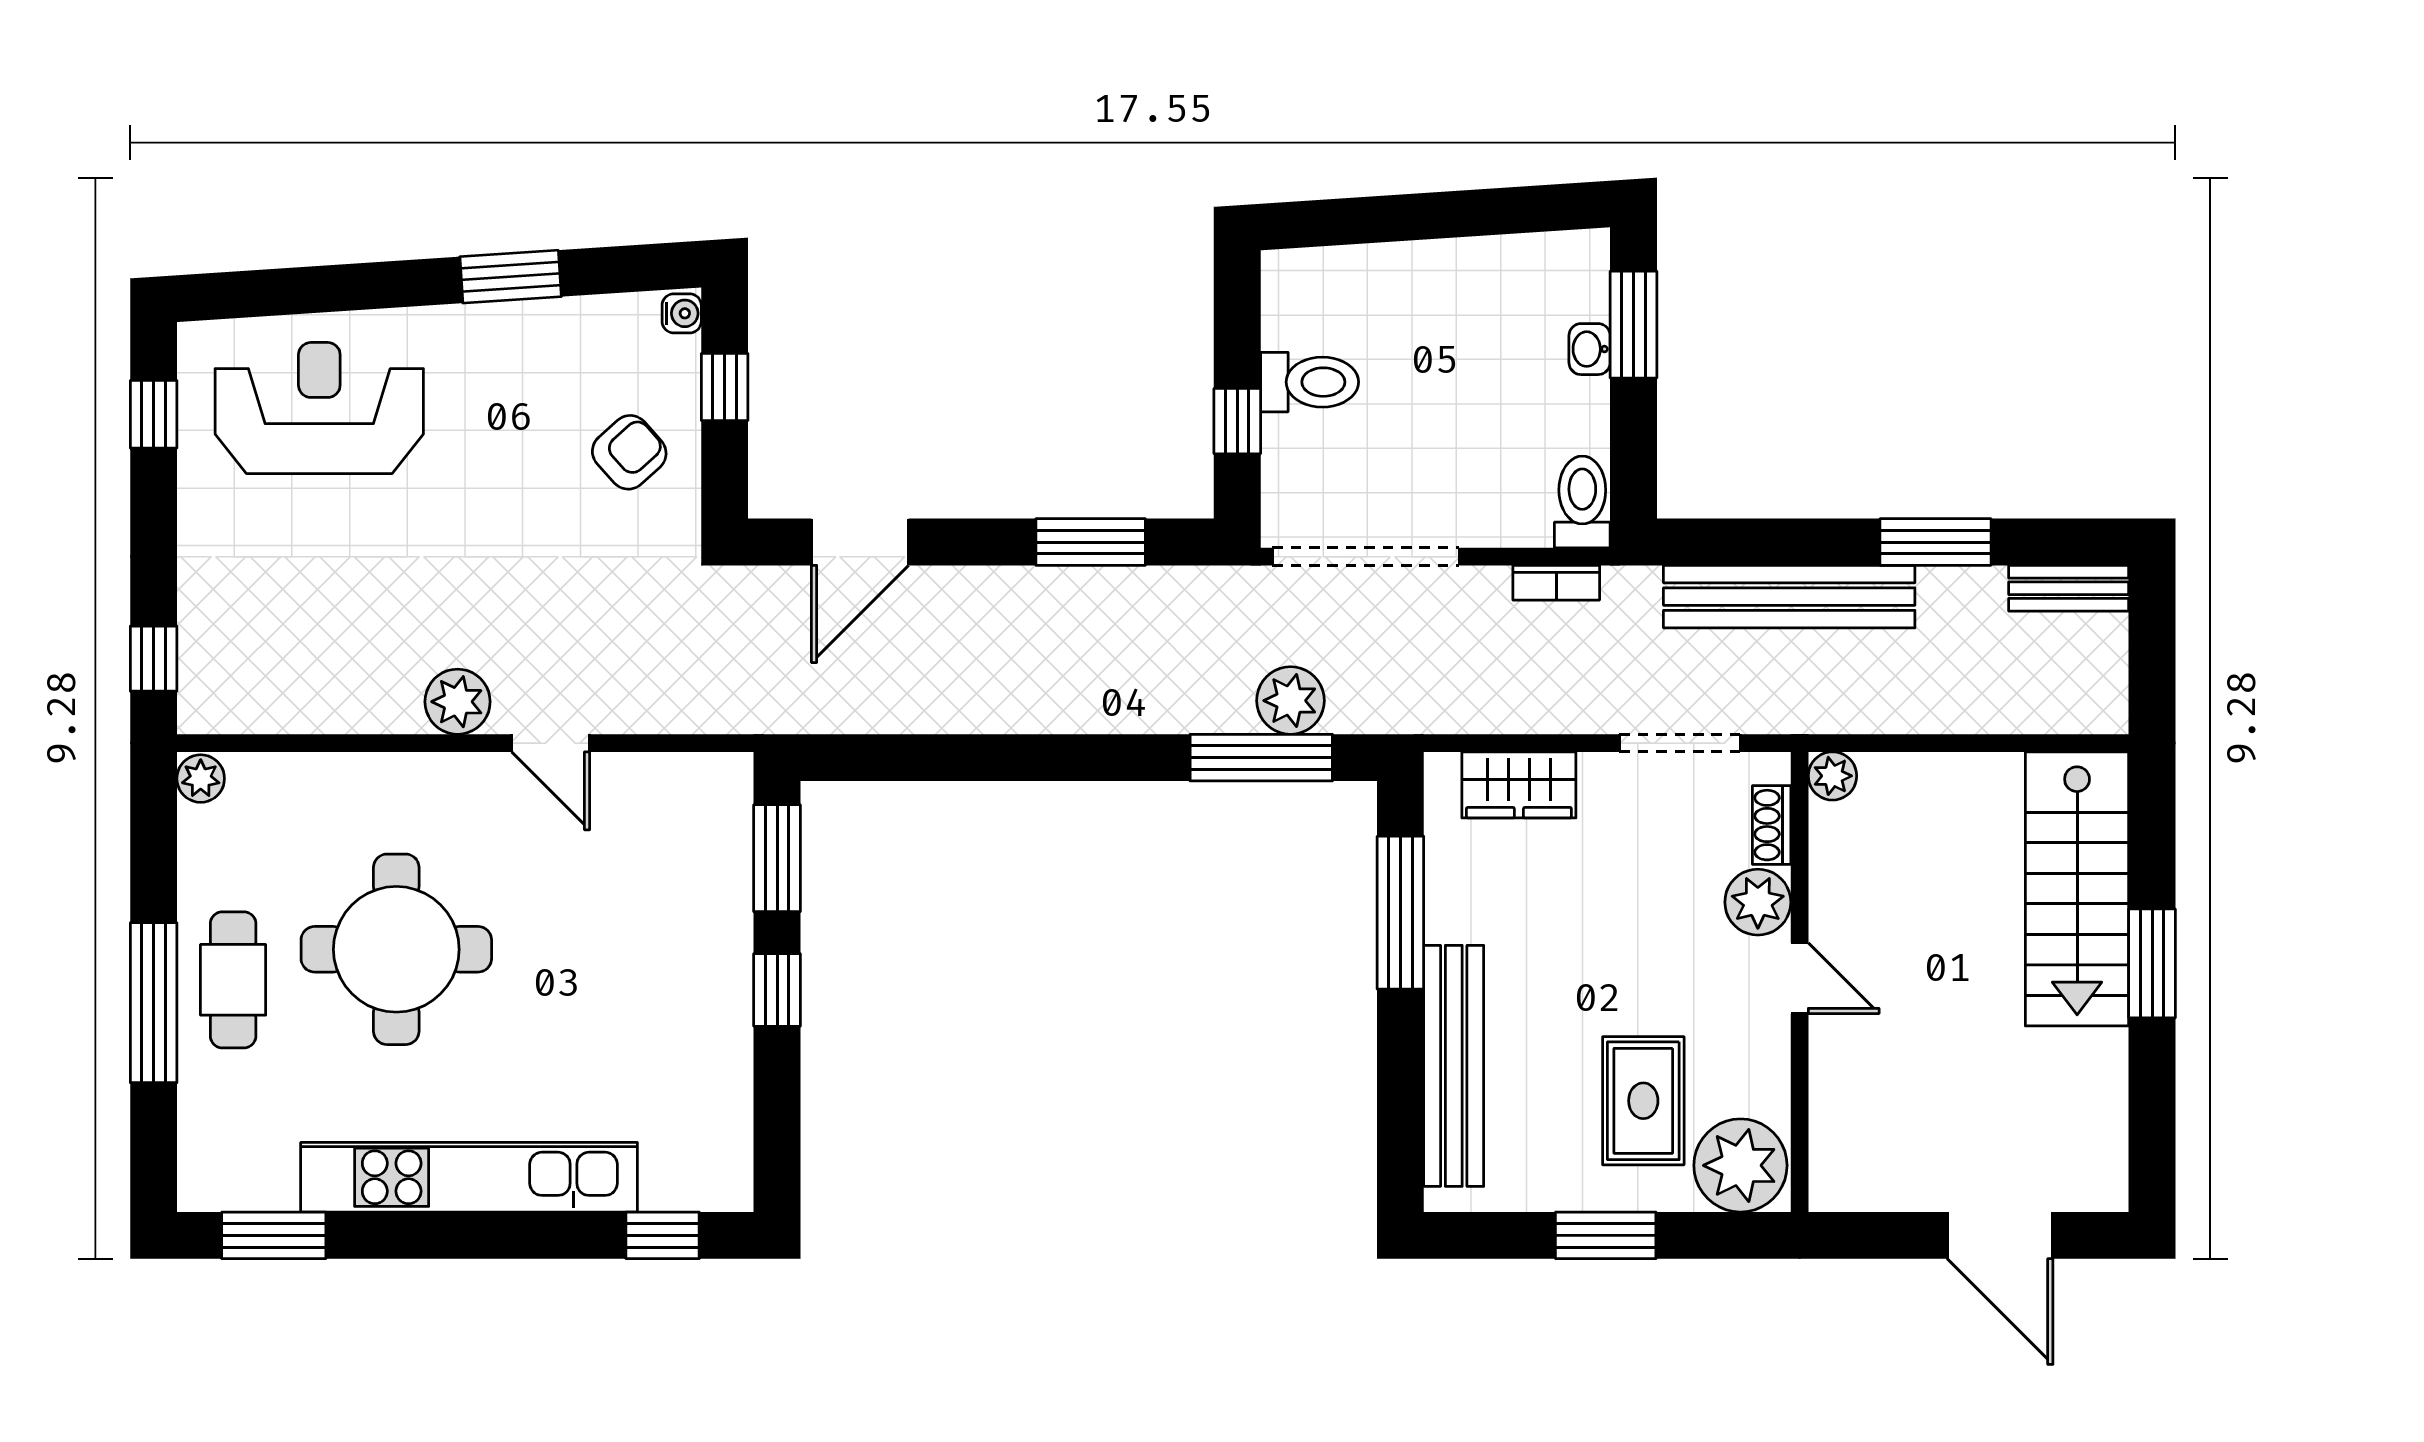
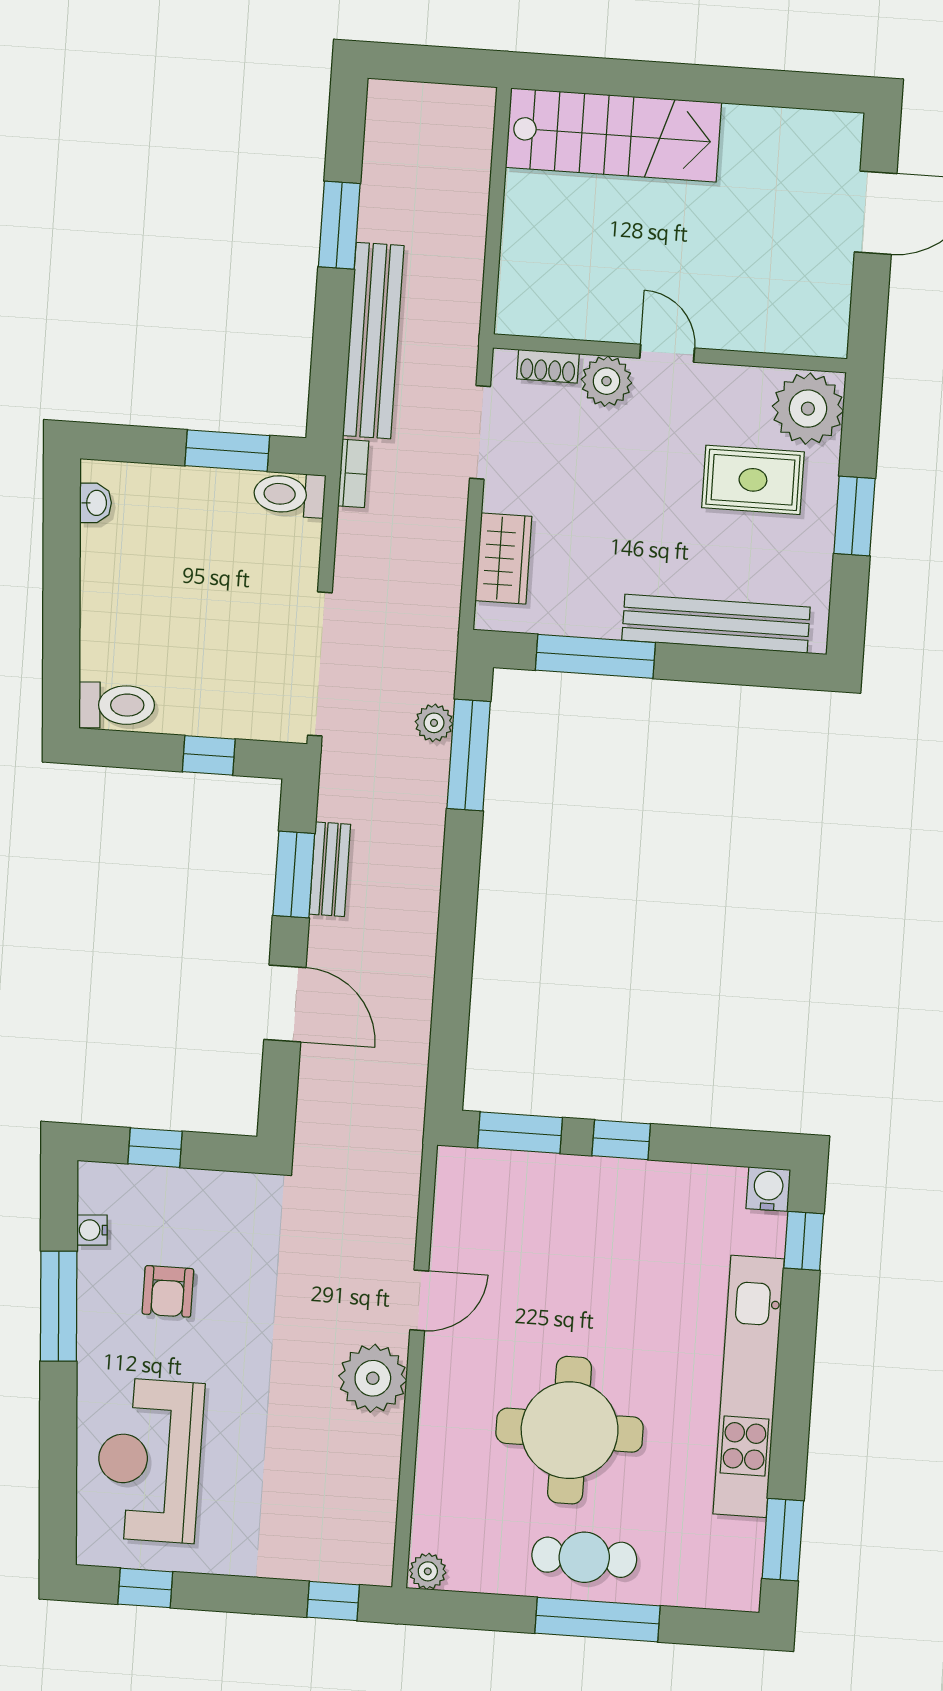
window: (511, 277) -> (59, 1306), width x1.44
water cooler: (682, 313) -> (92, 1230), moved, turned -94
window: (1633, 325) -> (227, 451), moved
washbasin: (1590, 349) -> (96, 503), moved, turned -94
toilet: (1310, 382) -> (117, 705), moved, turned 86
armchair: (629, 452) -> (168, 1291), moved, turned -138
door: (860, 542) -> (285, 1003), moved
bookcase: (1556, 583) -> (353, 473), moved
bench: (2069, 588) -> (330, 869), moved
plant: (1291, 701) -> (434, 723), width x0.73, depth x0.73
plant: (458, 702) -> (373, 1378), width x1.36, depth x1.36
plant: (1832, 776) -> (513, 317), removed
window: (2152, 963) -> (675, 81), removed
door: (1800, 978) -> (667, 353), hinge flipped
water cooler: (726, 1185) -> (768, 1189), added

